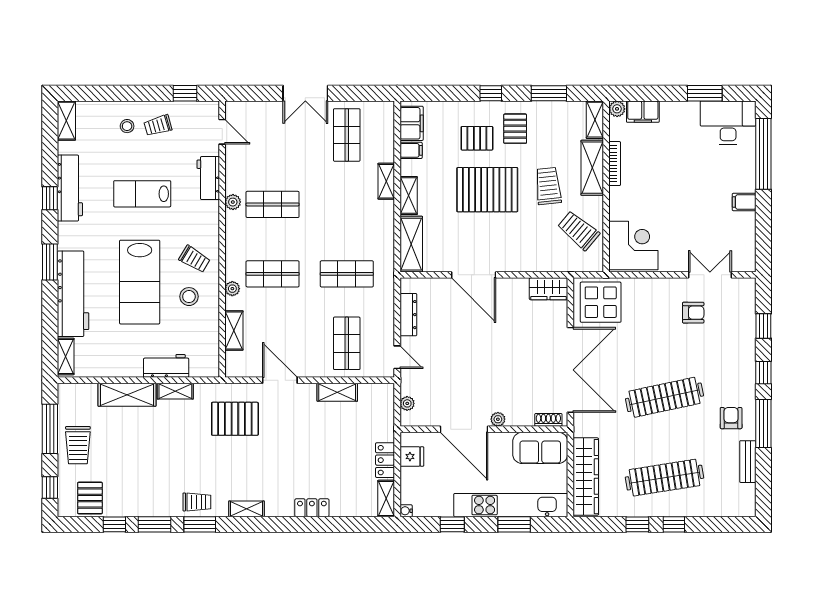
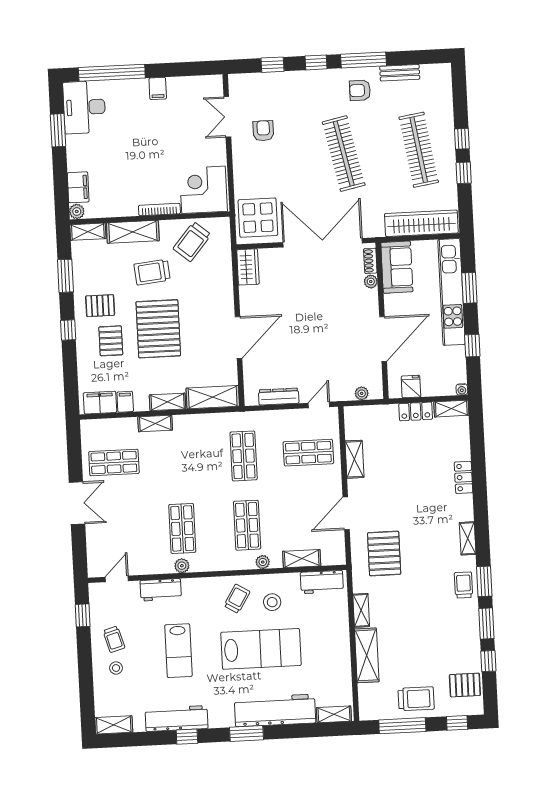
bookcase: (615, 164) -> (159, 210), moved
workbench: (166, 366) -> (322, 582), moved, turned -90
plant: (498, 419) -> (371, 282), moved

